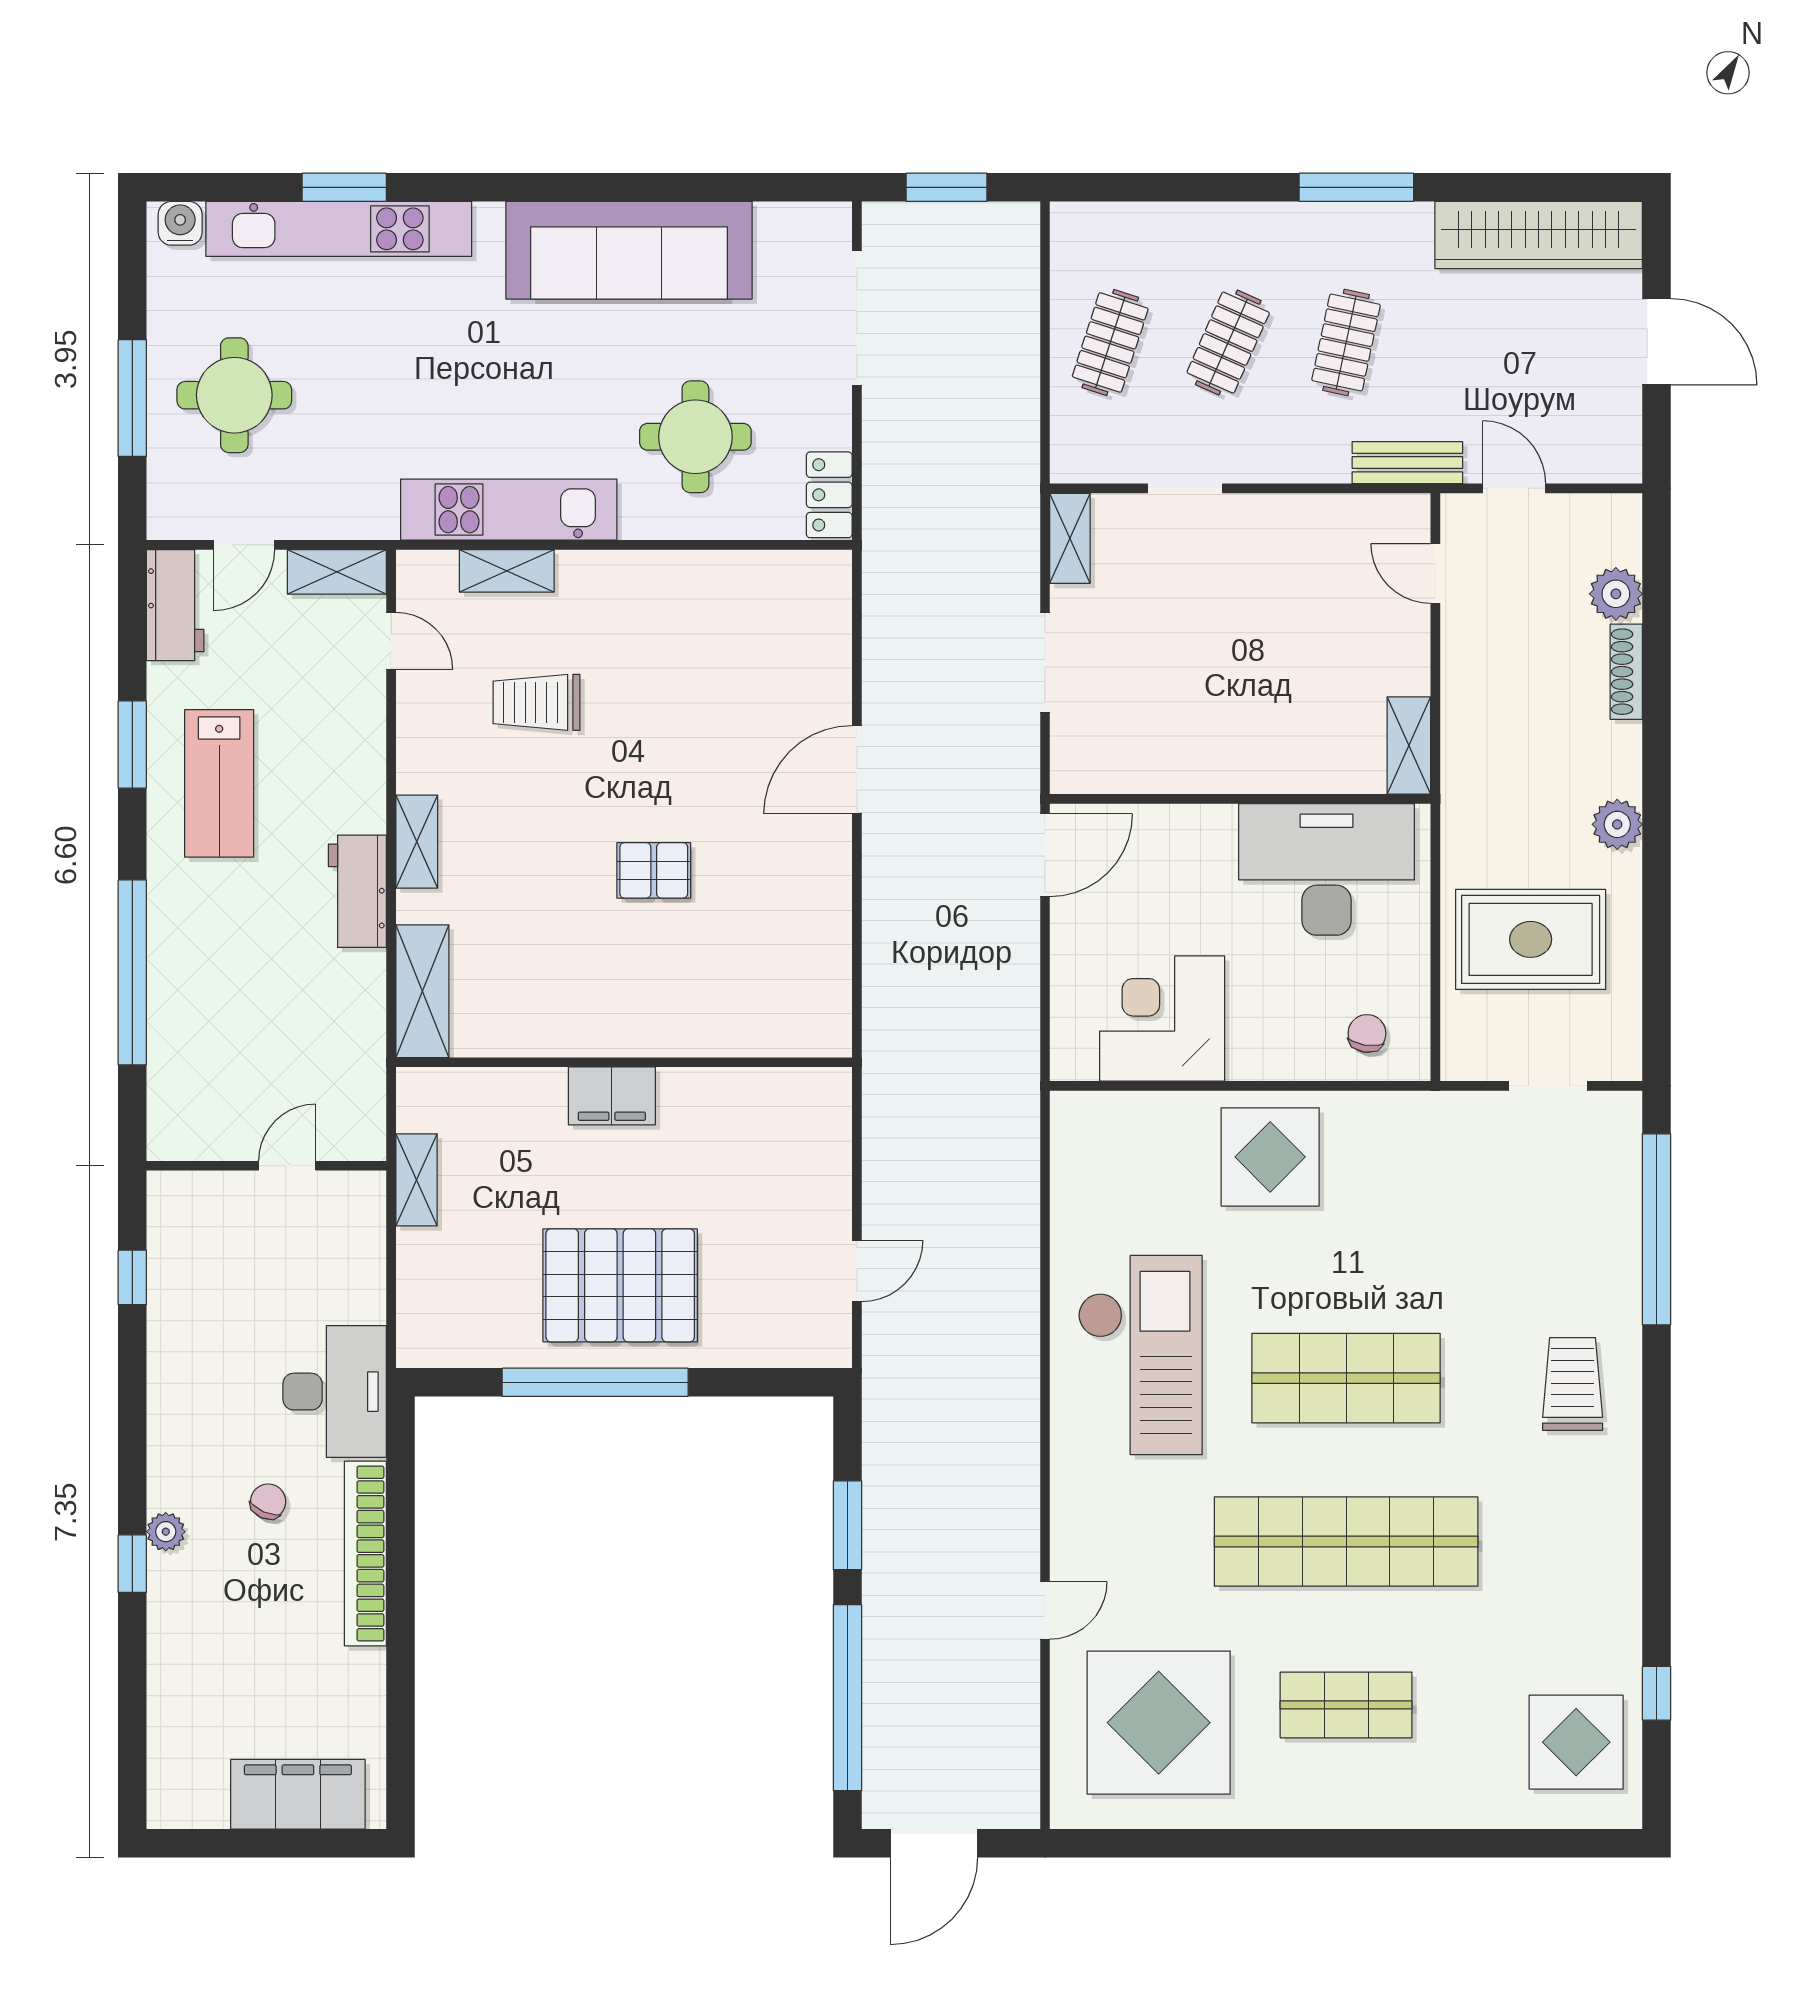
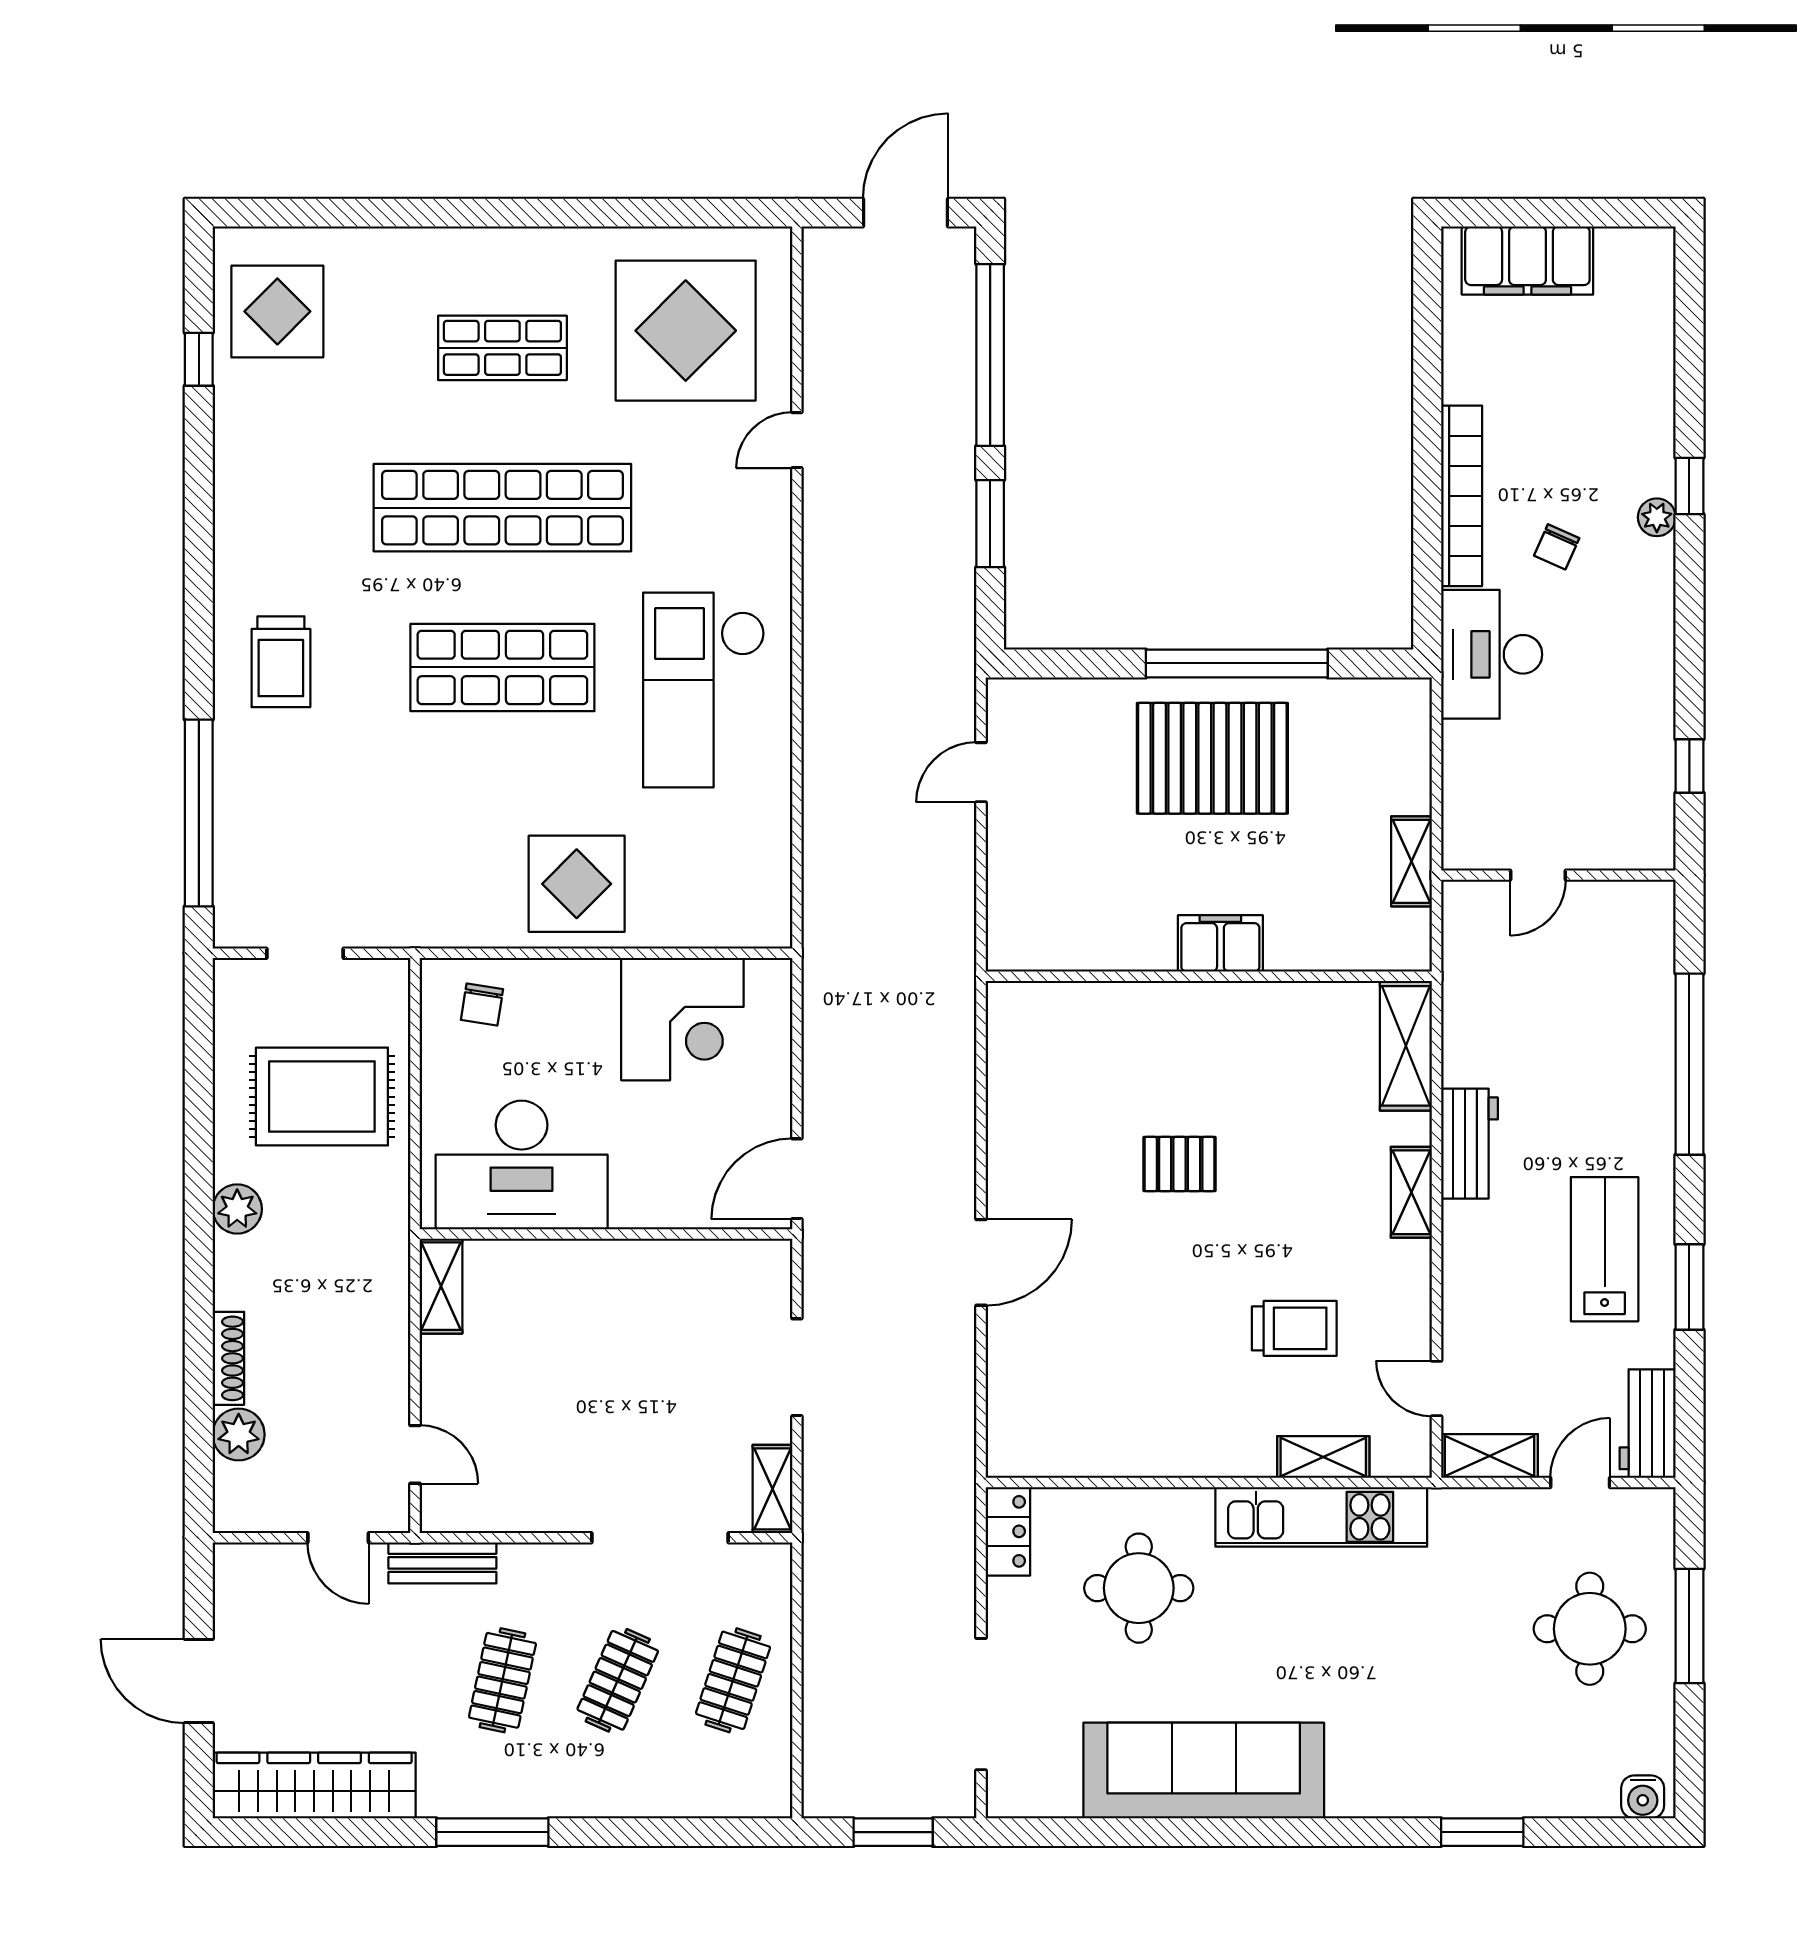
kitchen unit: (339, 229) -> (1488, 1791), removed
doorway: (1185, 488) -> (660, 1538), width x1.87

